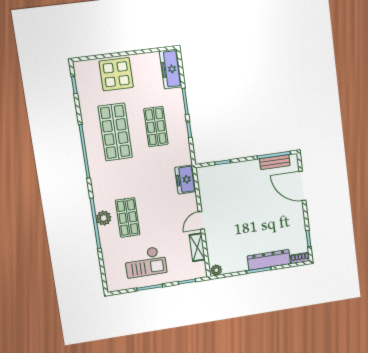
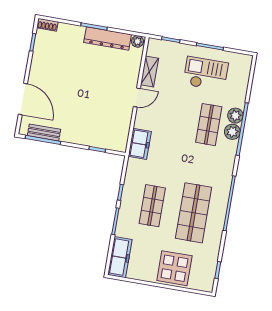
plant: (106, 234) -> (235, 116), added
dresser: (269, 260) -> (108, 38), moved

